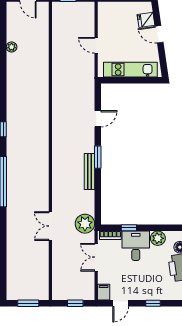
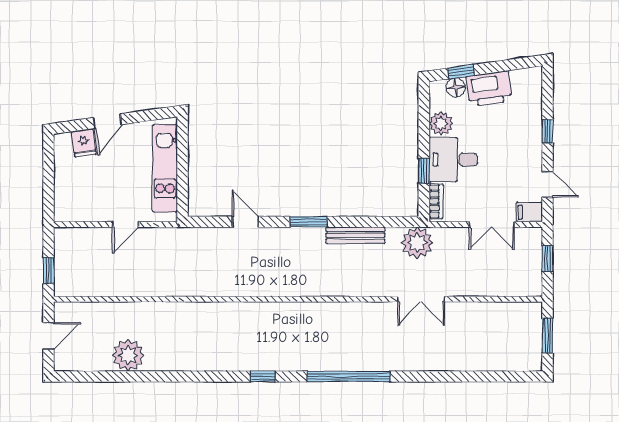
plant: (12, 47) -> (128, 355), width x1.88, depth x1.88
bench: (89, 171) -> (355, 235), moved
double door: (96, 257) -> (492, 224), moved

